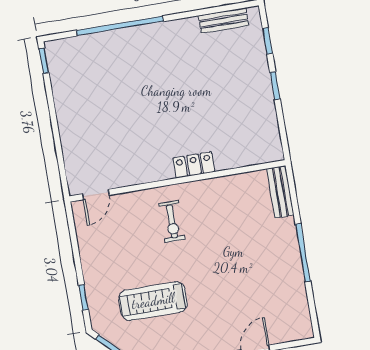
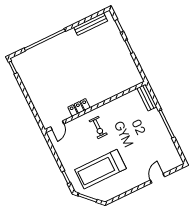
bench: (224, 20) -> (91, 24), width x1.36
locker: (194, 165) -> (79, 107), moved
treadmill: (153, 301) -> (100, 169), width x1.37, depth x1.38

